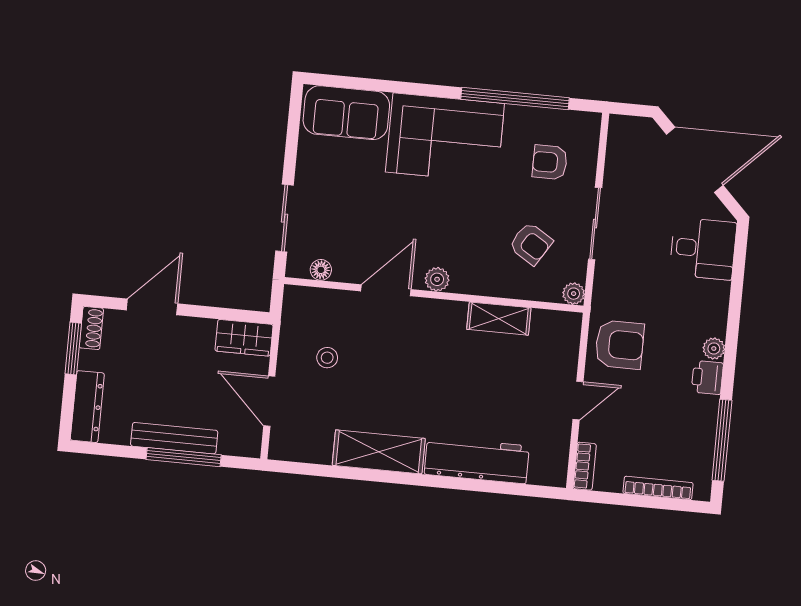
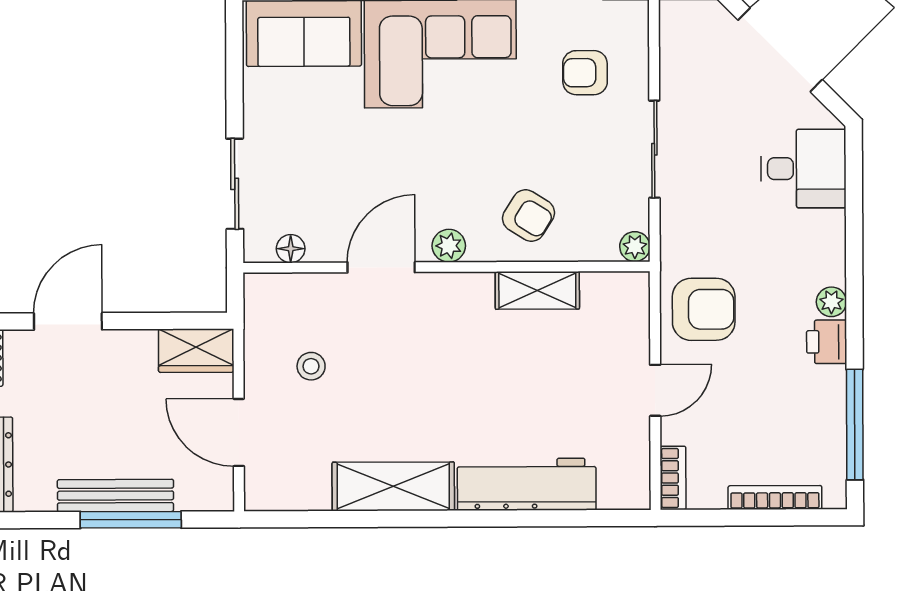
armchair: (531, 244) -> (529, 216), moved

